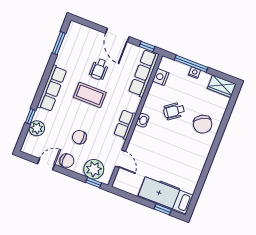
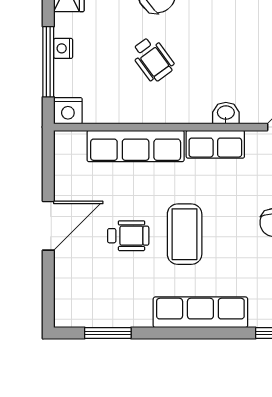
window: (147, 46) -> (48, 160), removed
row of seats: (144, 73) -> (136, 146), moved
nightstand: (161, 77) -> (68, 111), moved
washbasin: (143, 120) -> (226, 113), moved

